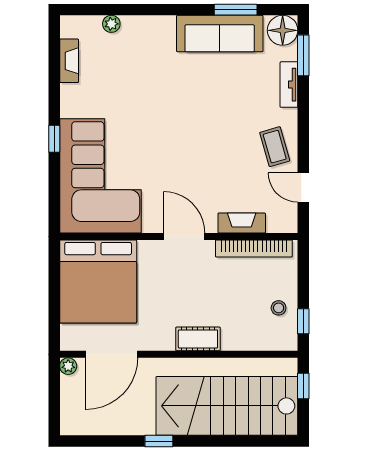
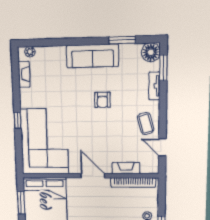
plant: (111, 24) -> (30, 52), moved
sofa: (220, 34) -> (93, 56), moved
armchair: (202, 106) -> (102, 100), added
window: (54, 286) -> (21, 203), added

